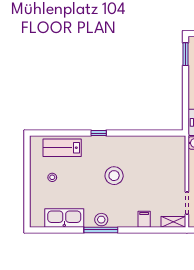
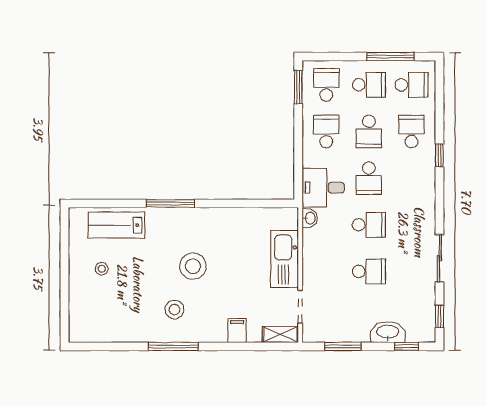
window: (99, 133) -> (170, 203), width x2.17
kitchen sink: (64, 218) -> (285, 259), moved, turned -90
stool: (101, 220) -> (174, 310), moved

